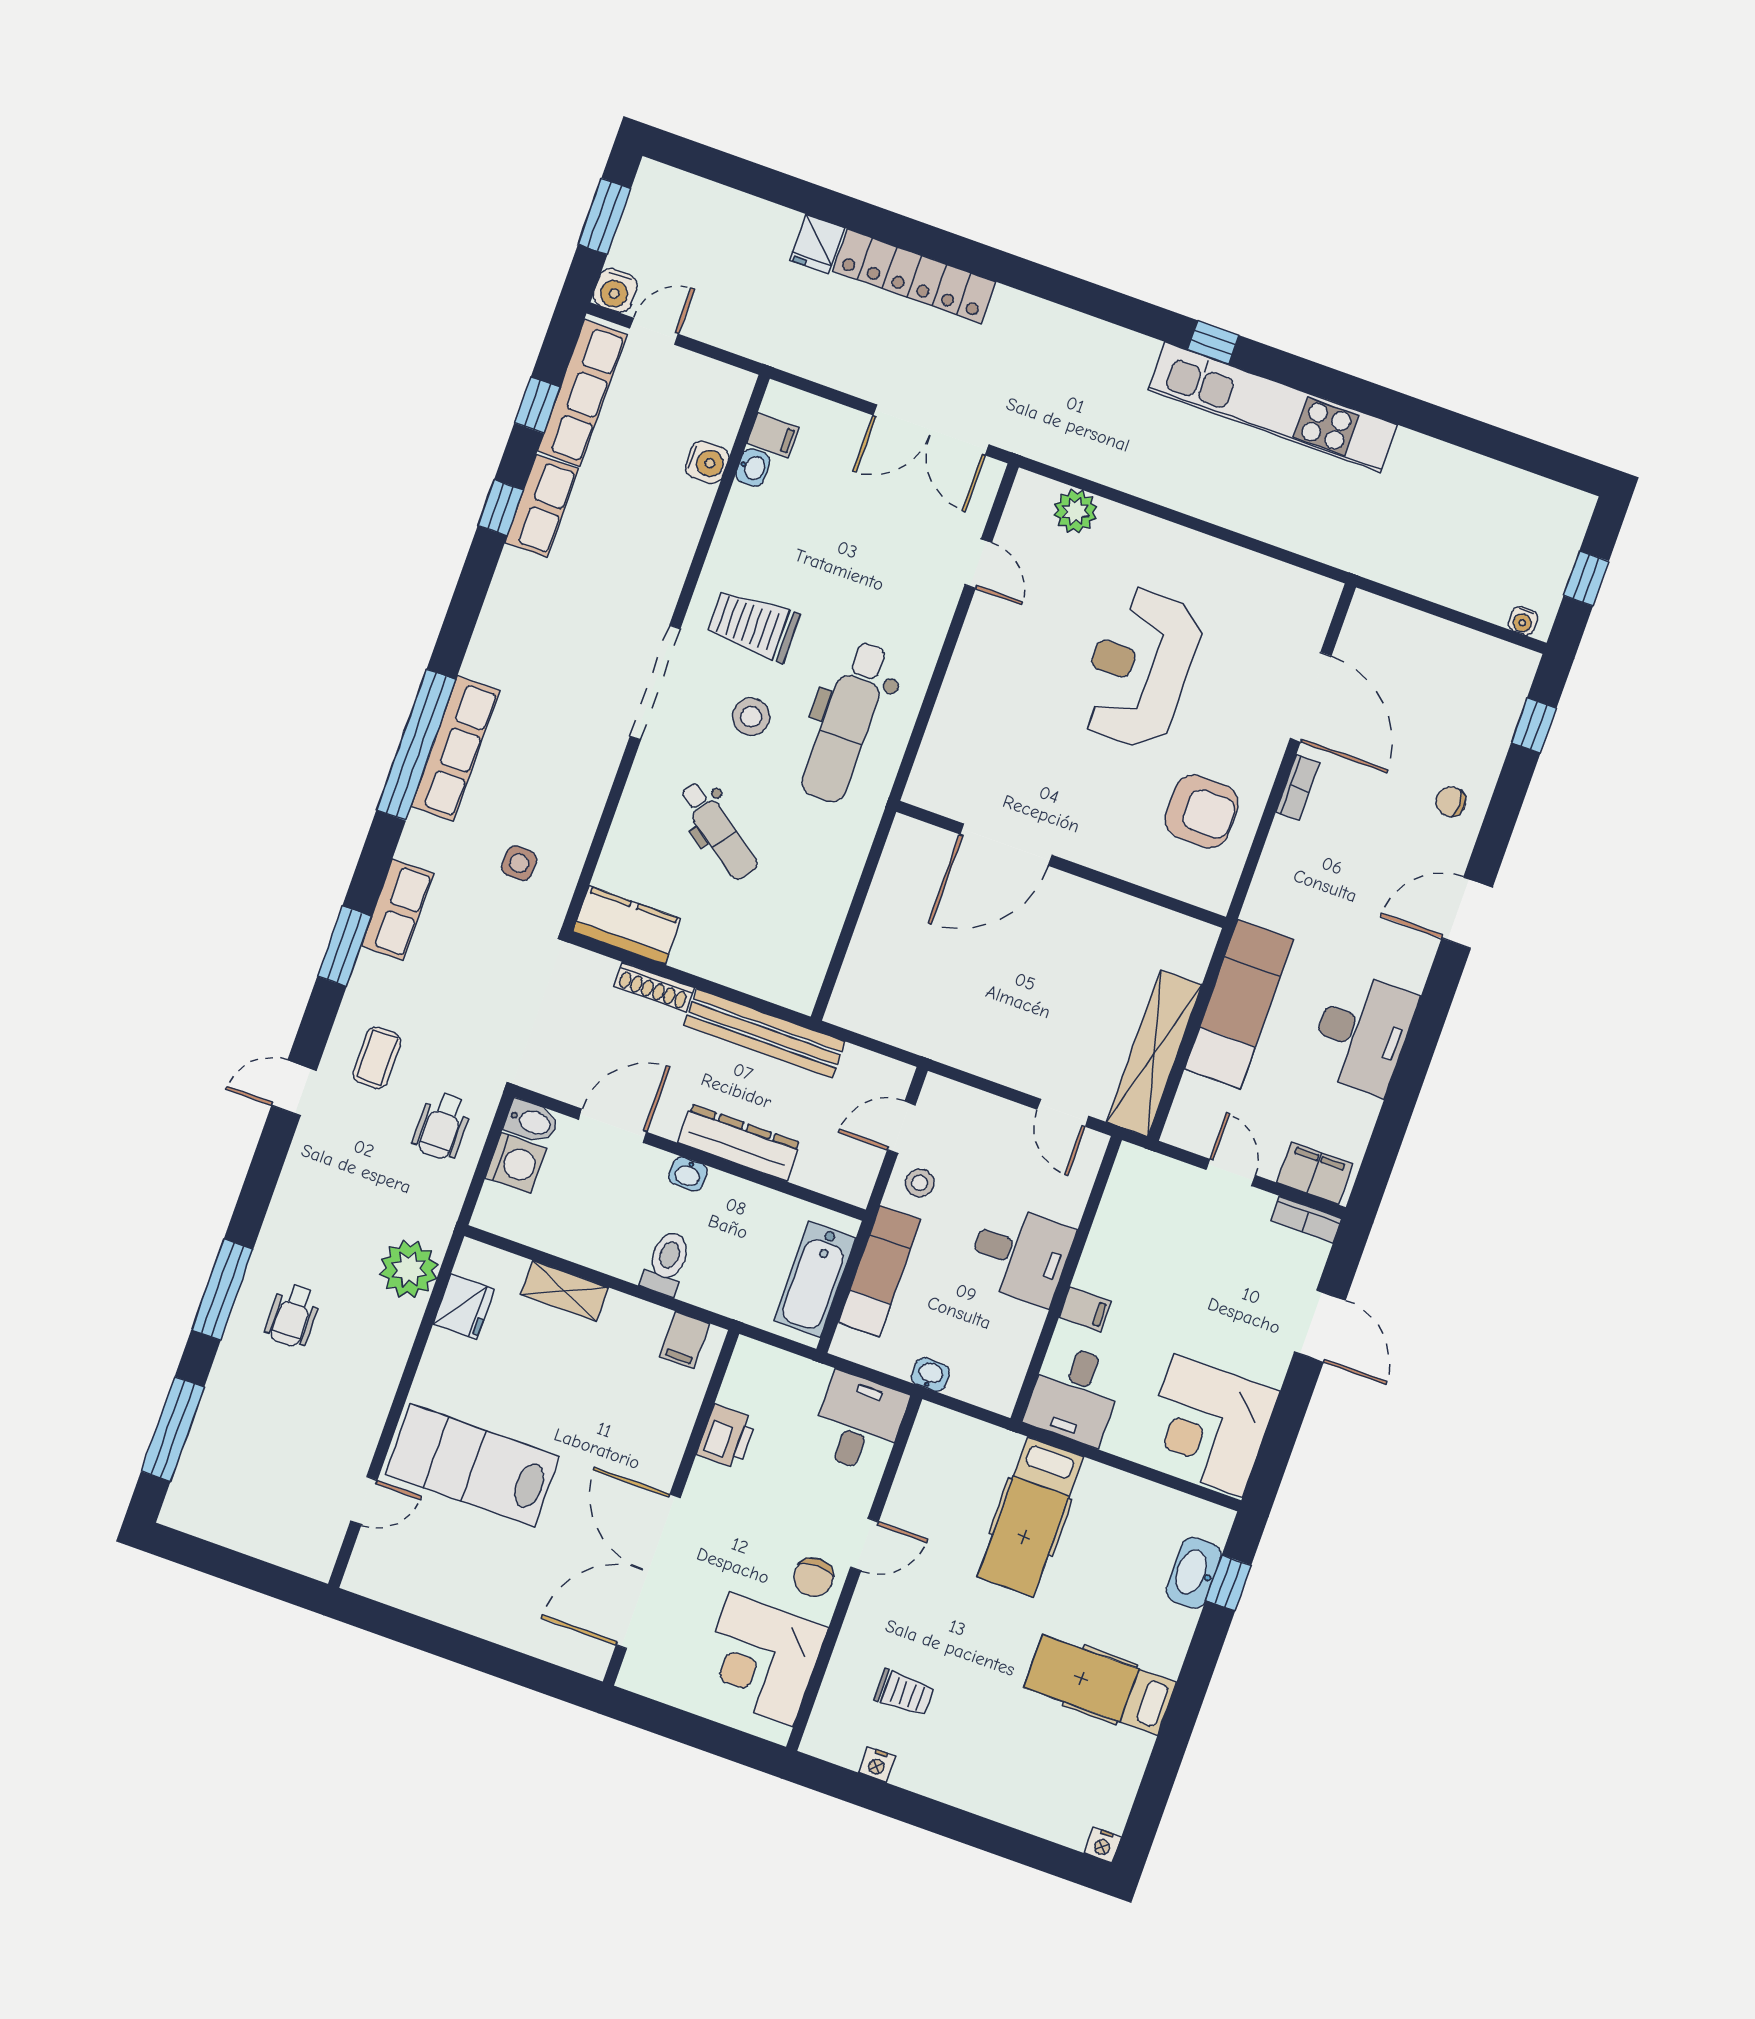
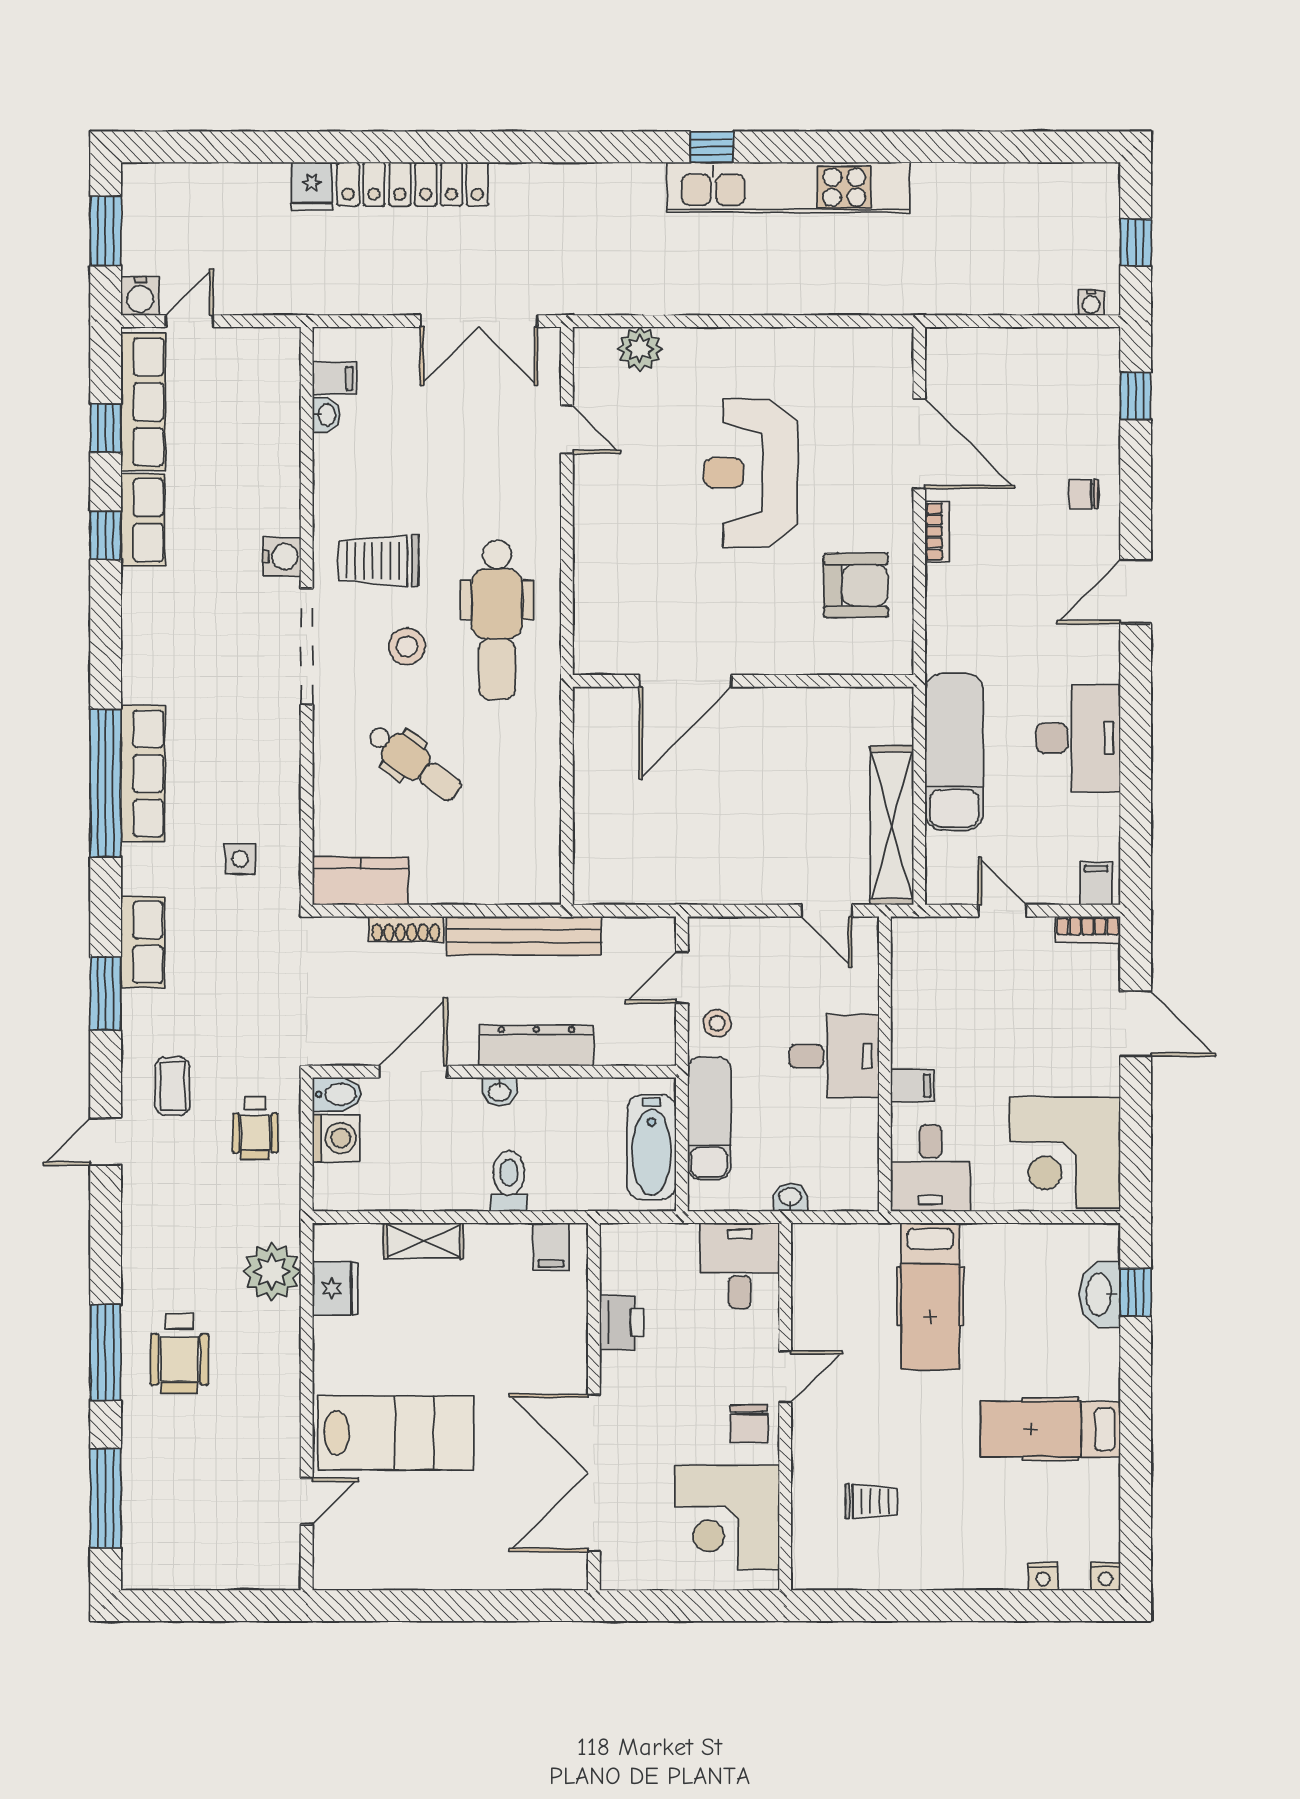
water cooler: (707, 462) -> (282, 557), moved
filing cabinet: (1315, 1173) -> (1096, 884), width x0.50
wheelchair: (293, 1315) -> (179, 1353), width x1.36, depth x1.37
lab bench: (473, 1465) -> (396, 1433), turned 180
nightstand: (877, 1765) -> (1043, 1577), moved

